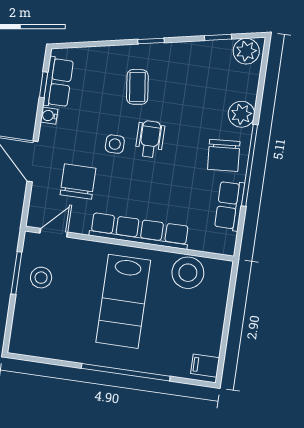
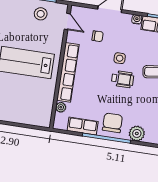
chair: (224, 155) -> (112, 123), turned 94
chair: (78, 181) -> (98, 36), width x0.54, depth x0.54
plant: (198, 243) -> (61, 107), added
stool: (188, 273) -> (43, 101), removed

